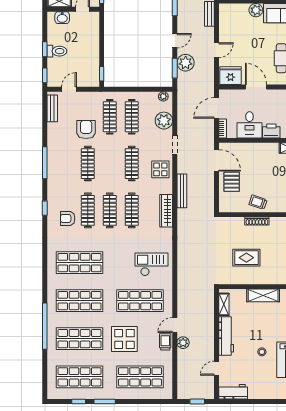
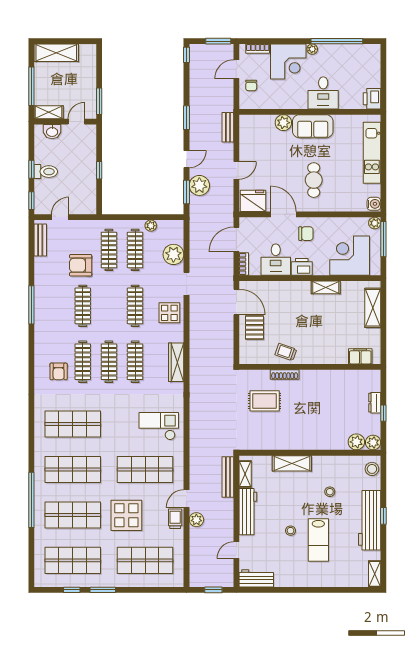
window: (102, 74) -> (99, 170), moved
plant: (163, 96) -> (151, 226), moved
chair: (275, 103) -> (306, 234), added
armchair: (86, 130) -> (81, 265), turned -90
bench: (182, 191) -> (228, 477), moved
window: (45, 208) -> (31, 359), removed
armchair: (68, 218) -> (59, 371), turned -90
rug: (246, 258) -> (265, 401), moved

